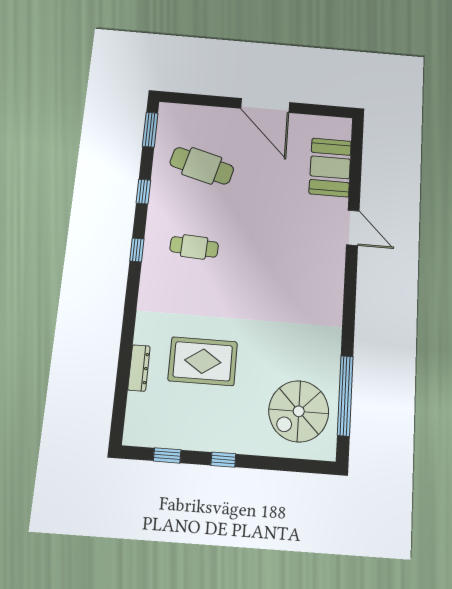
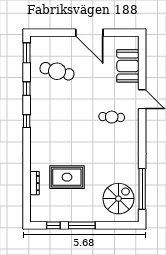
cafe table: (194, 247) -> (112, 117), moved
spiral stairs: (299, 411) -> (118, 199), turned 180
window: (223, 460) -> (82, 225), width x2.17

